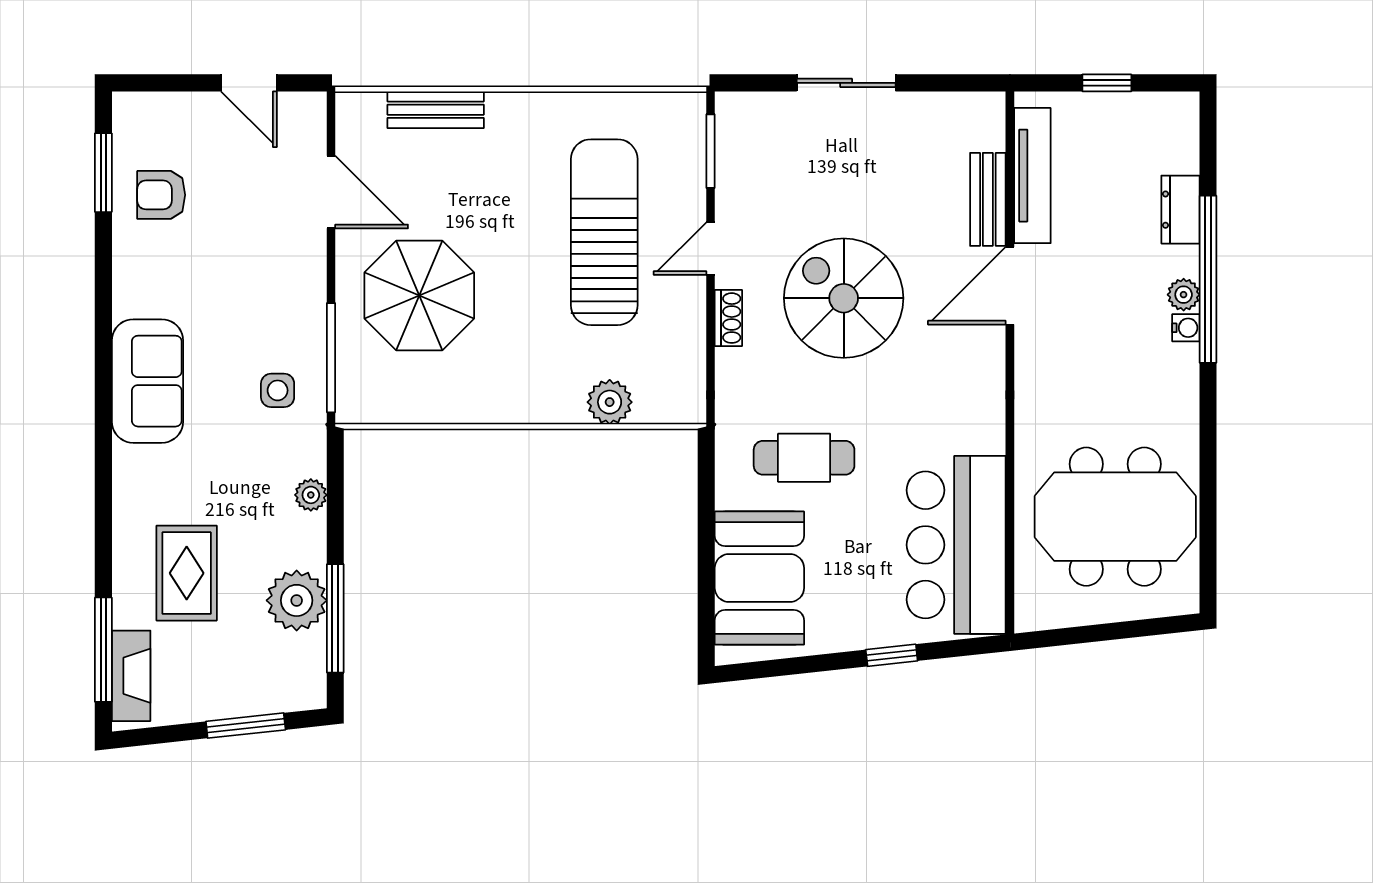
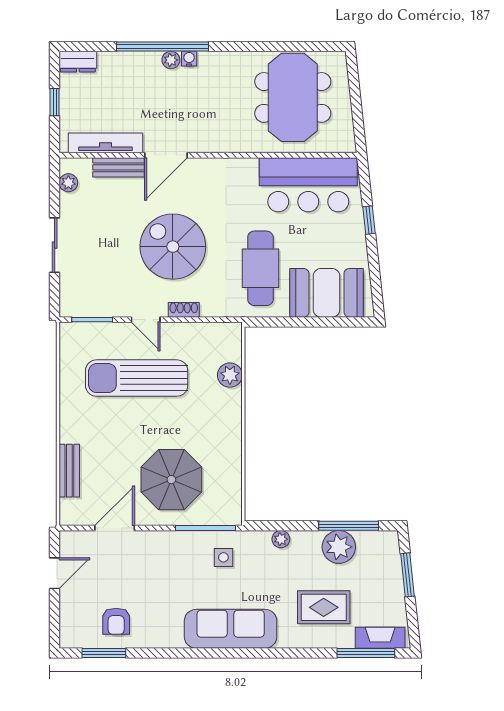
plant: (960, 108) -> (68, 183), added
dresser: (1180, 210) -> (78, 62), moved
door: (1010, 286) -> (166, 155), hinge flipped
spiral stairs: (844, 298) -> (173, 247), turned 90
sofa: (147, 381) -> (231, 629), width x1.36
cafe table: (804, 458) -> (260, 268), width x1.37, depth x1.35

